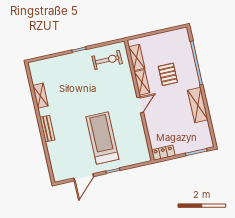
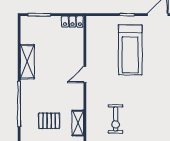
exercise bike: (107, 60) -> (116, 119), moved, turned -90
pallet: (168, 74) -> (49, 121), moved, turned 90
shelving: (142, 82) -> (78, 97), removed

